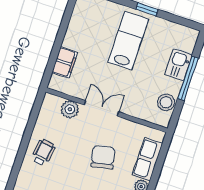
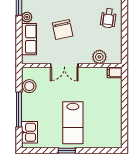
filing cabinet: (65, 63) -> (115, 72), moved, width x0.50
kitchen sink: (178, 65) -> (29, 132), moved
double door: (101, 108) -> (64, 65), moved

